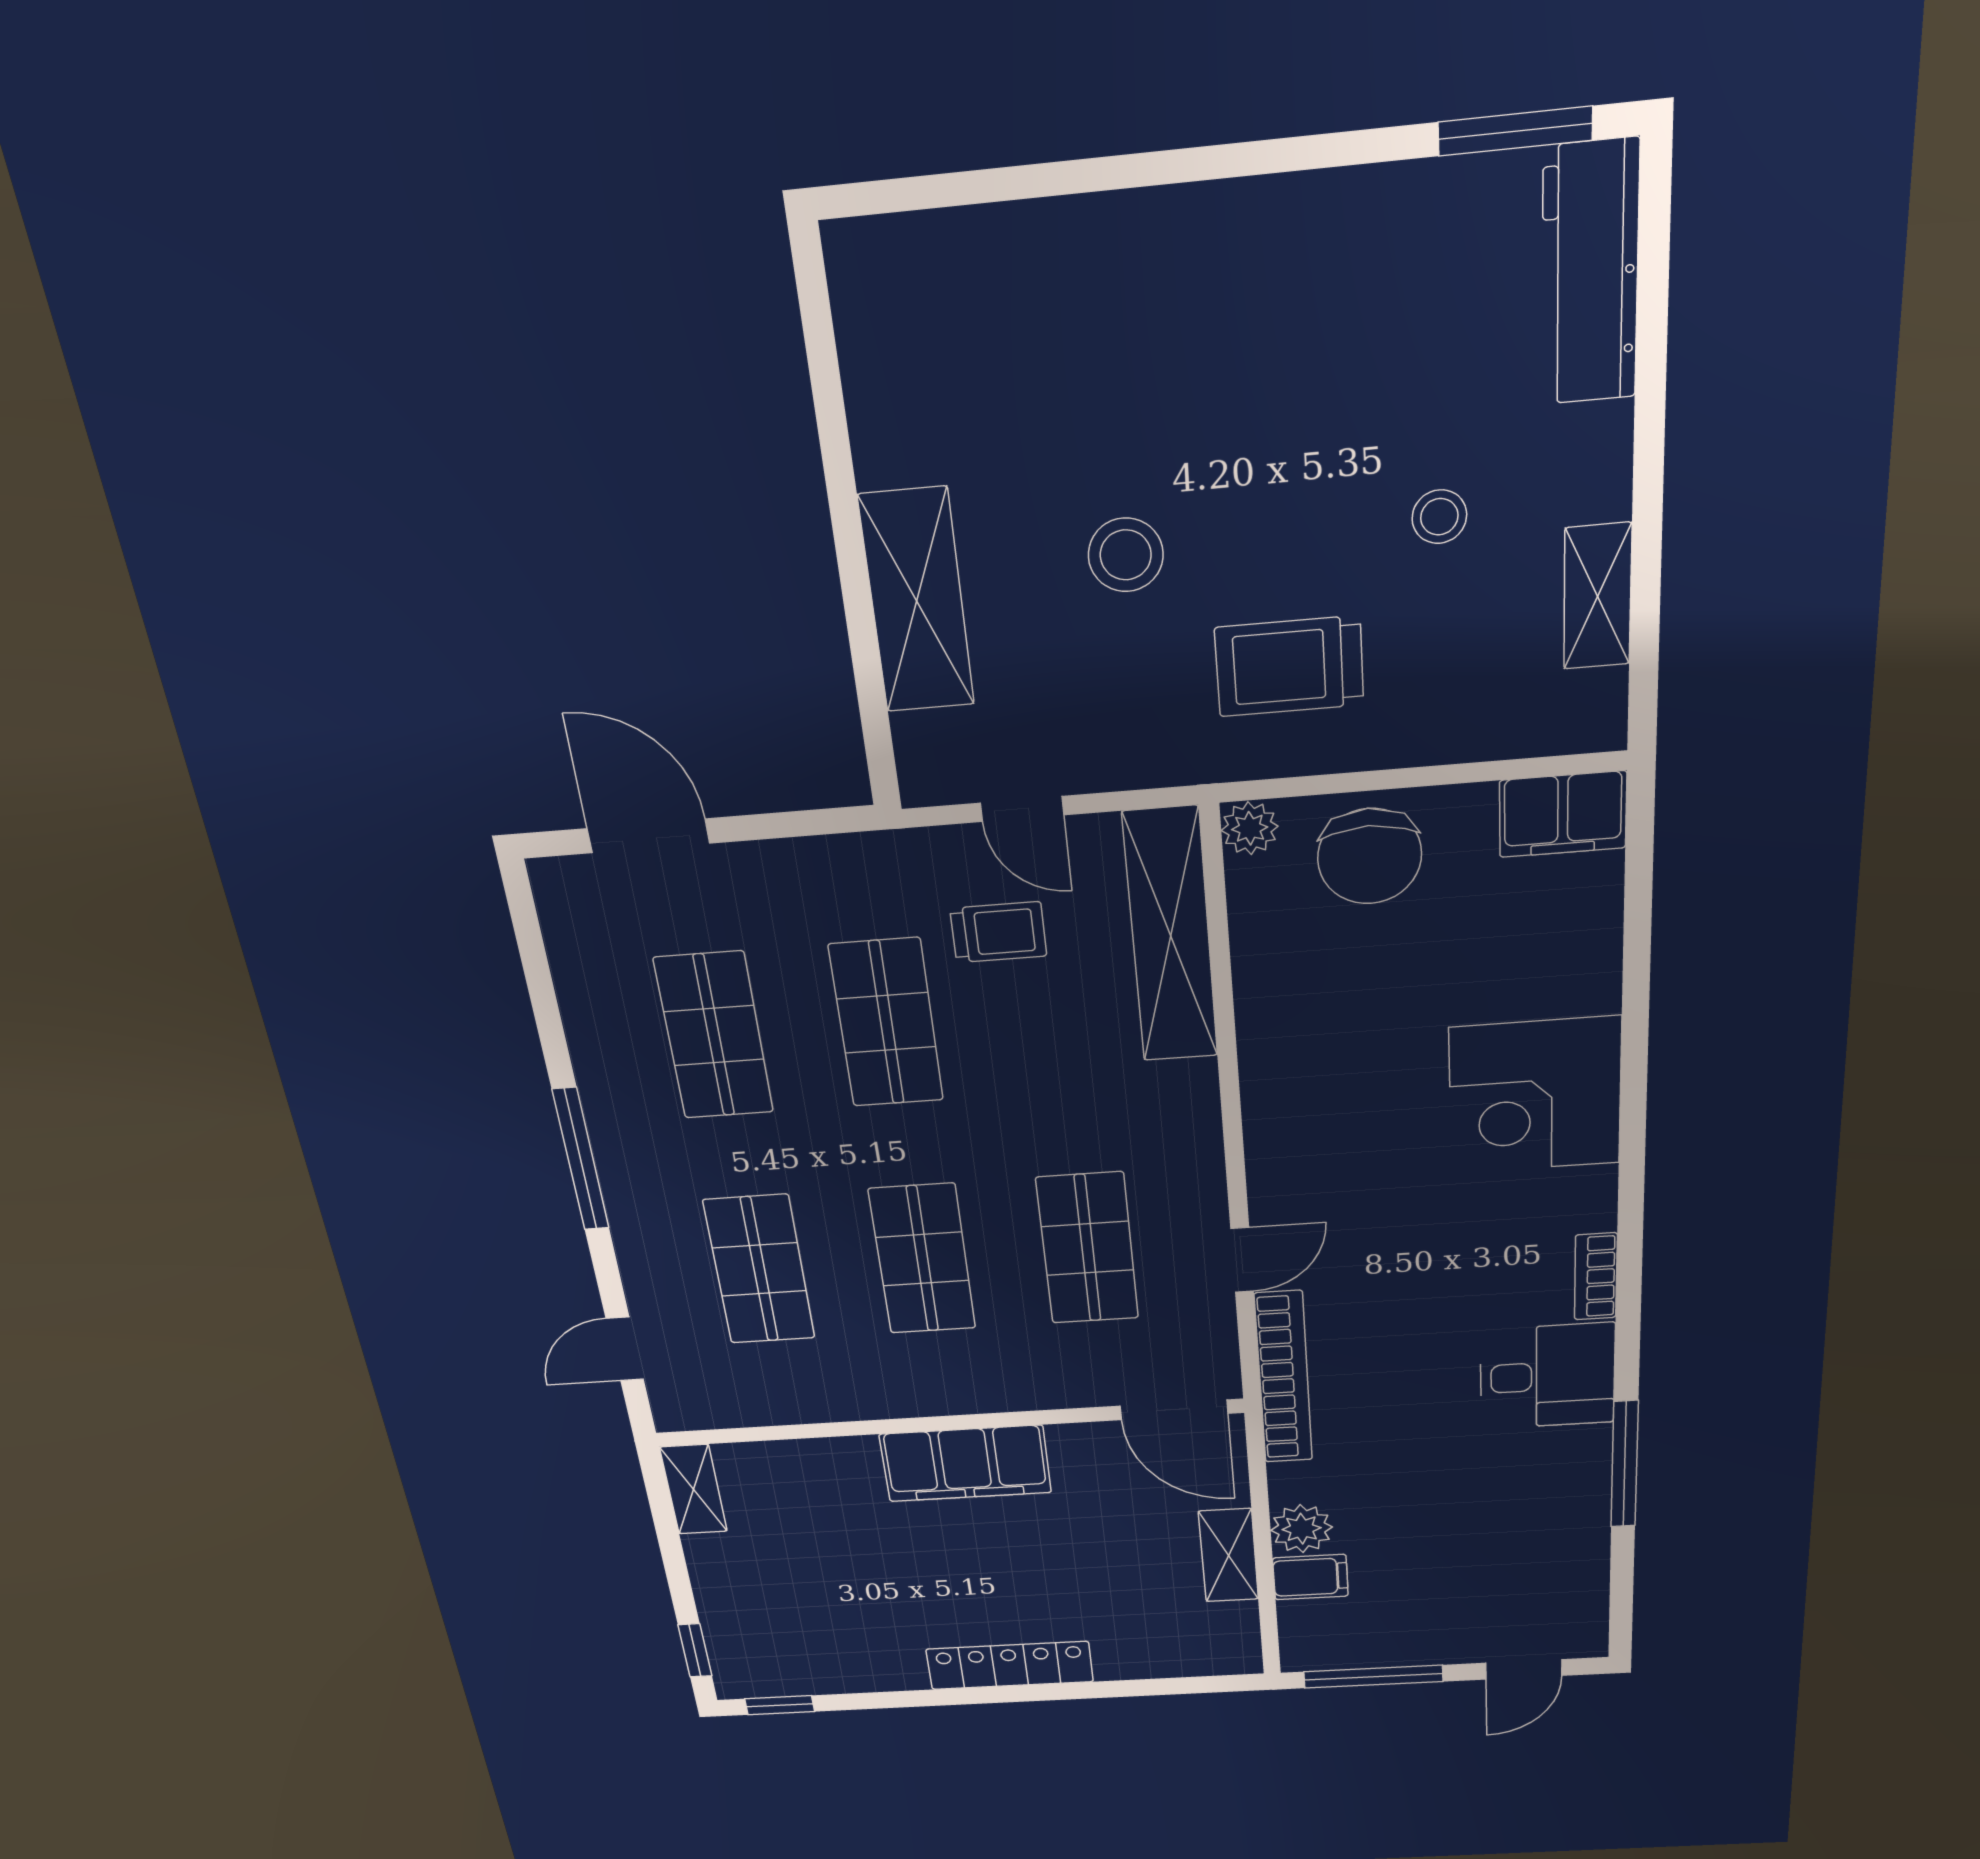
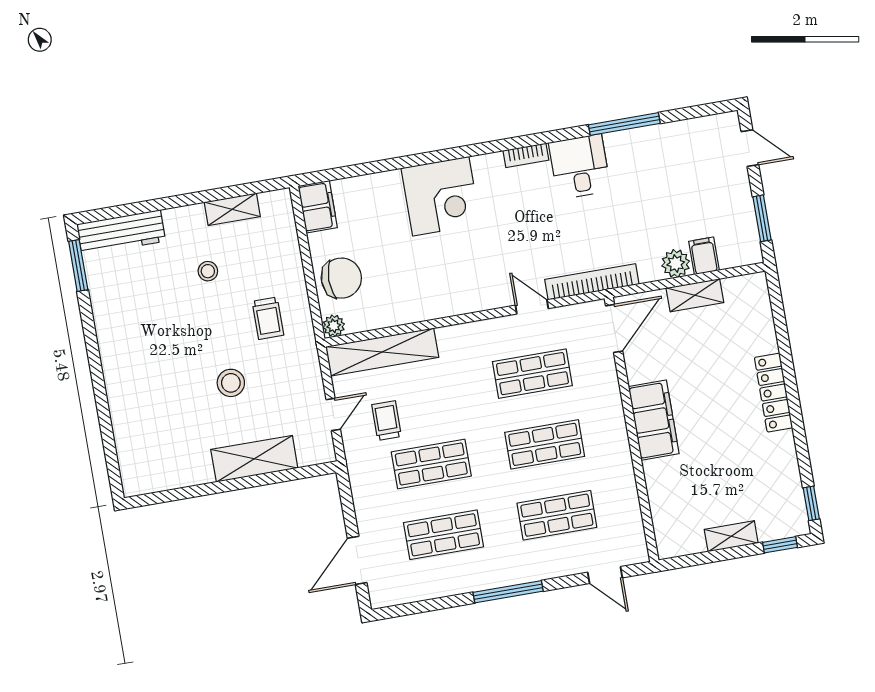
trolley: (1289, 666) -> (268, 318), width x0.73, depth x0.72
shelving: (694, 1489) -> (731, 536), moved
window: (1373, 1677) -> (762, 218), width x0.69

